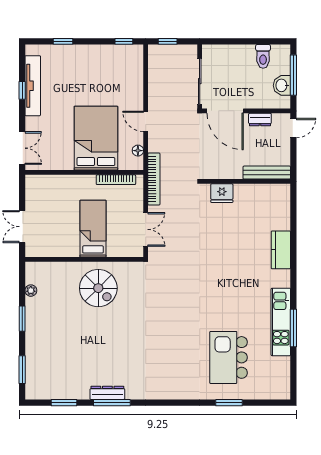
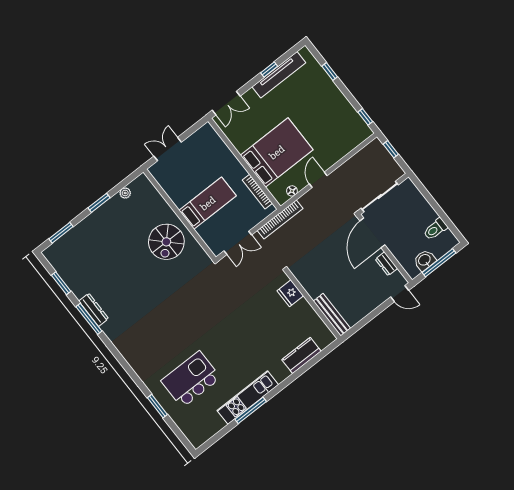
bench: (267, 173) -> (332, 315), moved
wall: (246, 181) -> (313, 305), moved
fridge: (222, 193) -> (290, 293), moved

